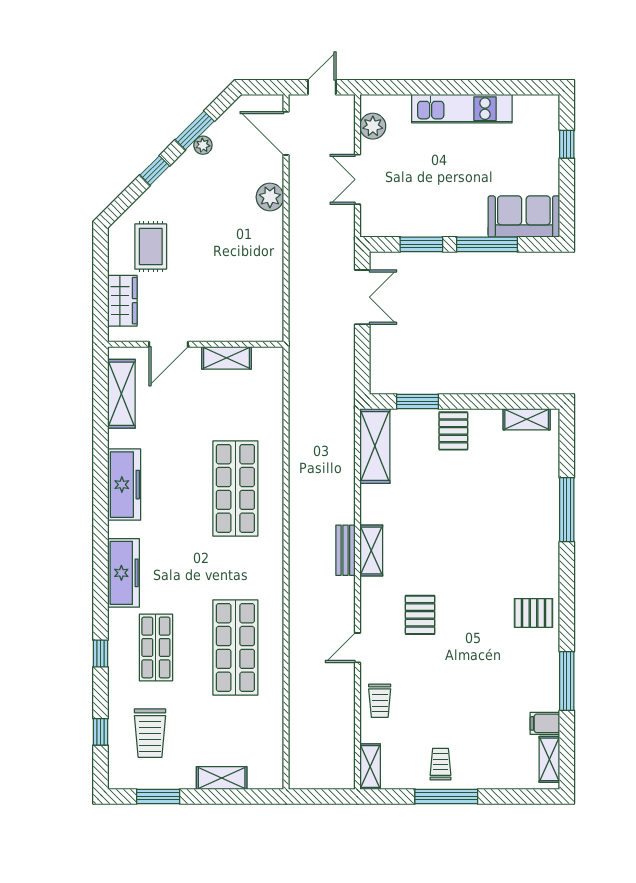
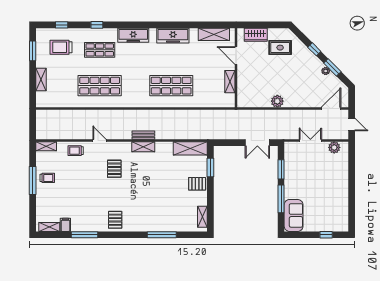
kitchen unit: (462, 109) -> (342, 188), removed
plant: (270, 197) -> (277, 101), moved
pallet: (420, 615) -> (114, 169), turned 90

